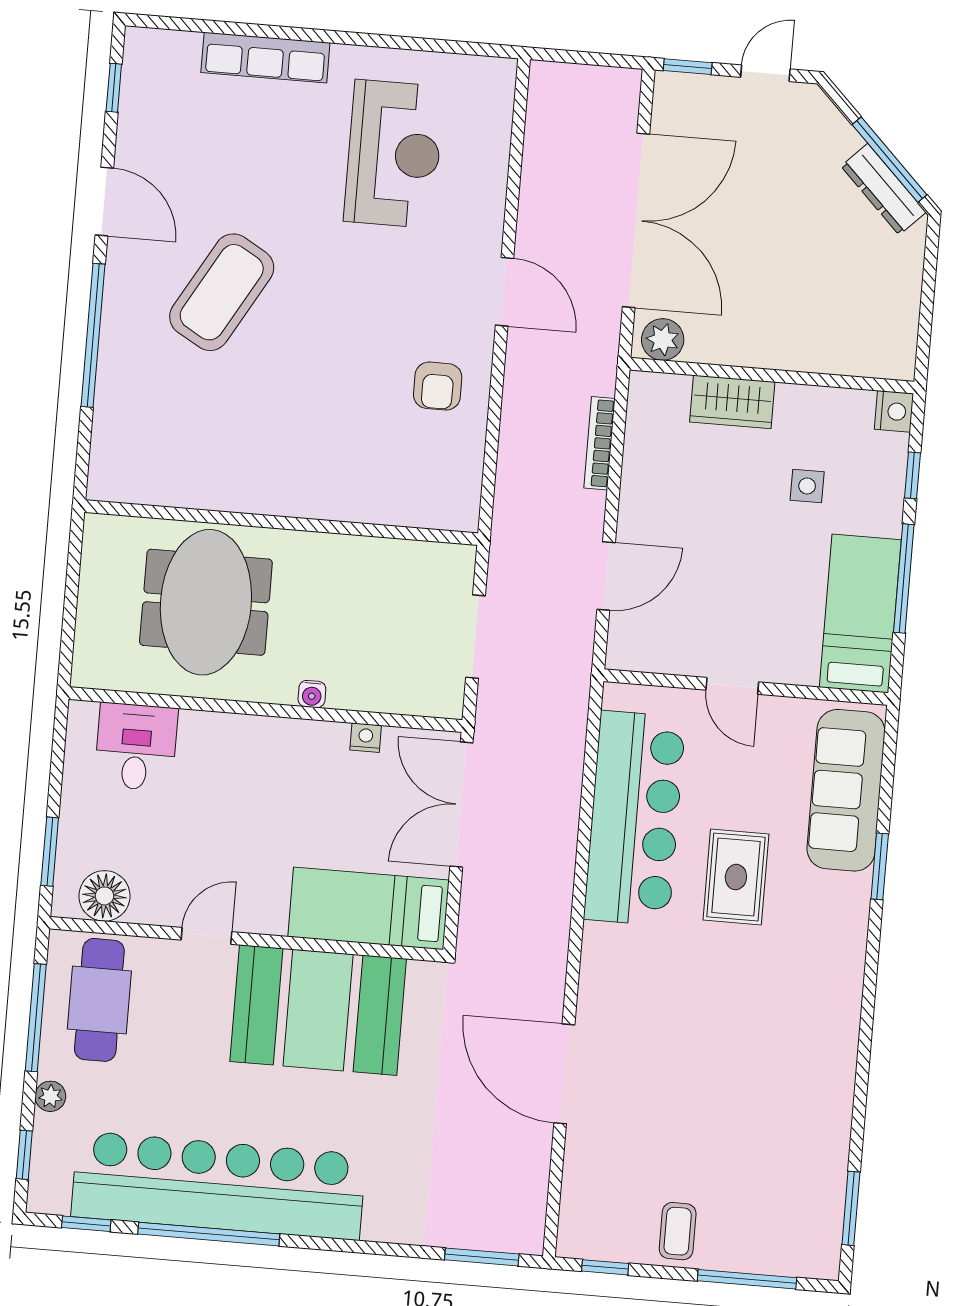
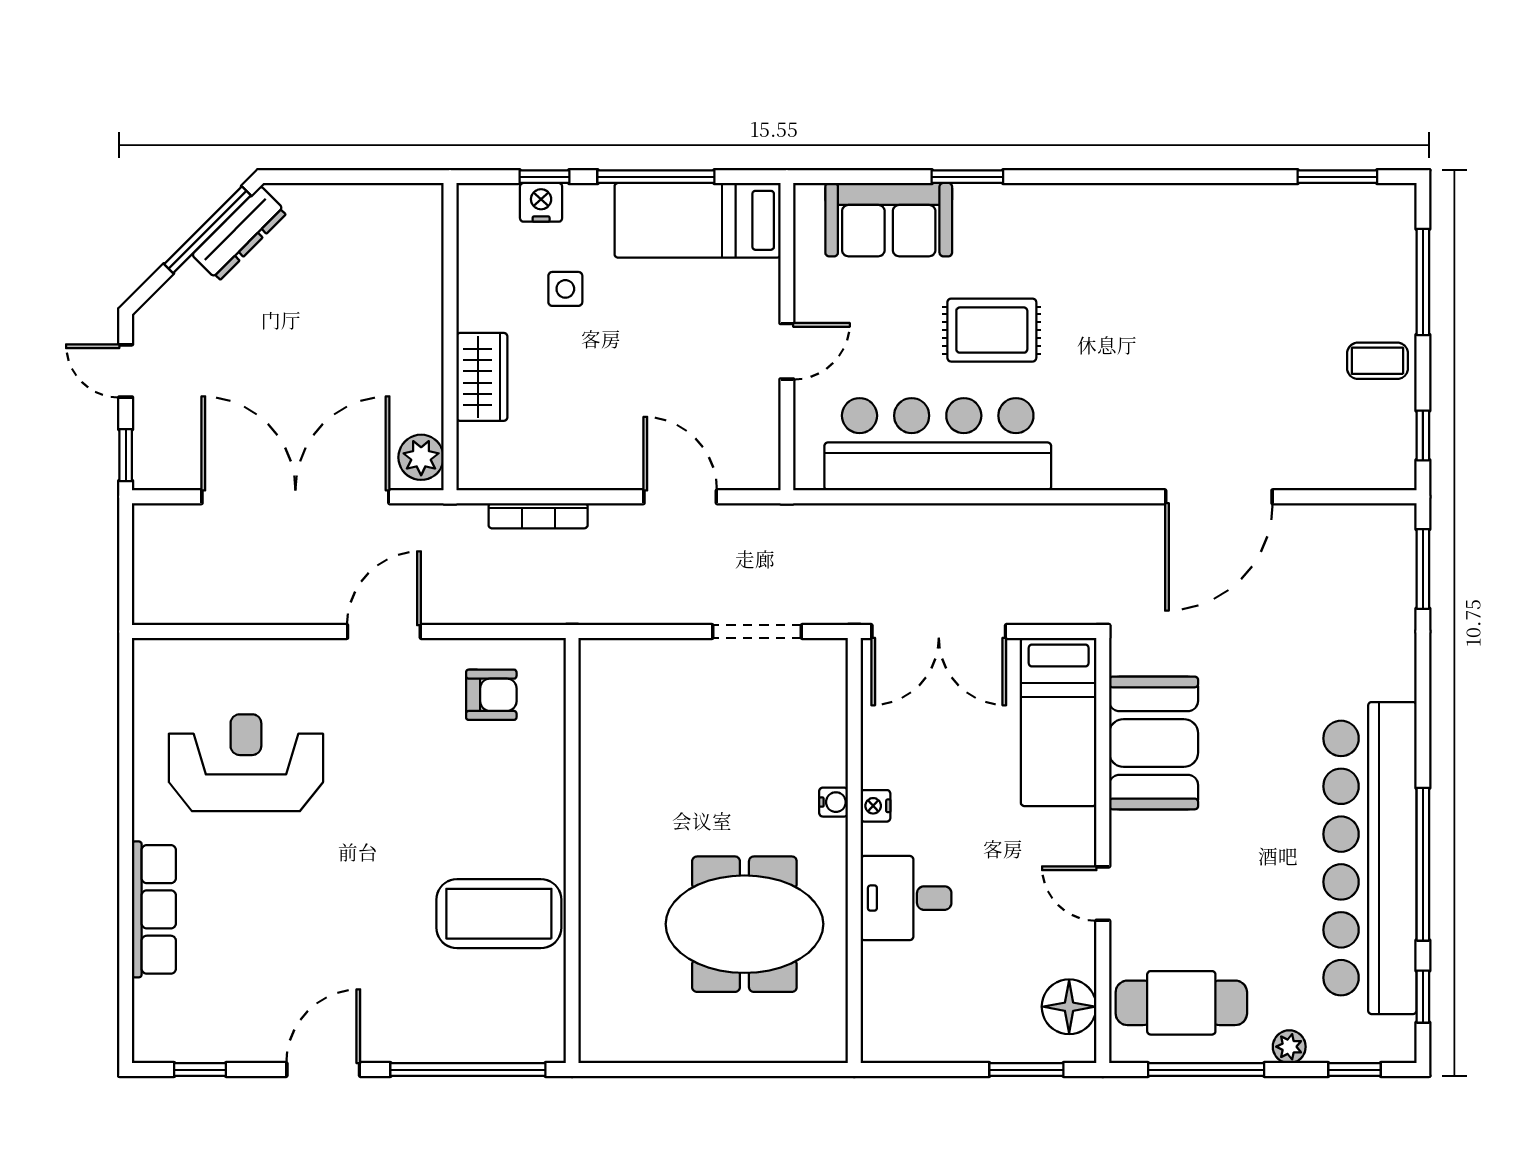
coffee table: (222, 292) -> (499, 914), moved, turned -30
nightstand: (894, 411) -> (541, 202), moved
wall: (281, 523) -> (572, 851), moved
nightstand: (366, 738) -> (876, 806), moved
desk: (136, 747) -> (906, 898), moved
sofa: (846, 790) -> (889, 220), width x0.73
booth: (318, 1010) -> (1154, 743), width x0.73, depth x0.70

